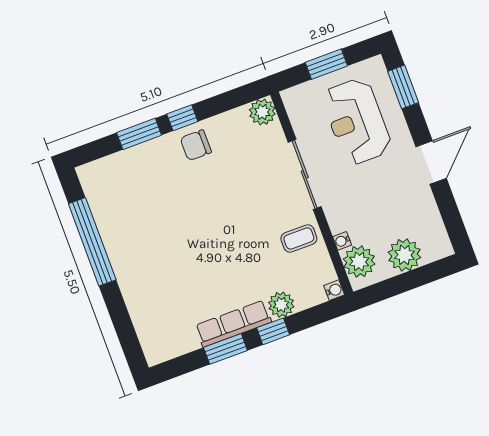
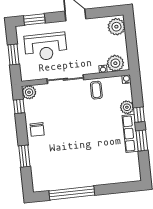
window: (182, 118) -> (19, 106), moved
plant: (404, 255) -> (116, 27), moved

